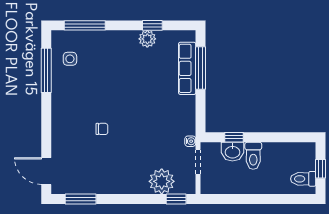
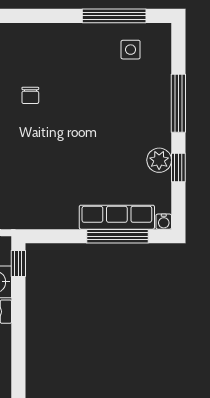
window: (85, 25) -> (178, 103), moved
window: (234, 137) -> (18, 264), moved
water cooler: (190, 141) -> (164, 222), moved

